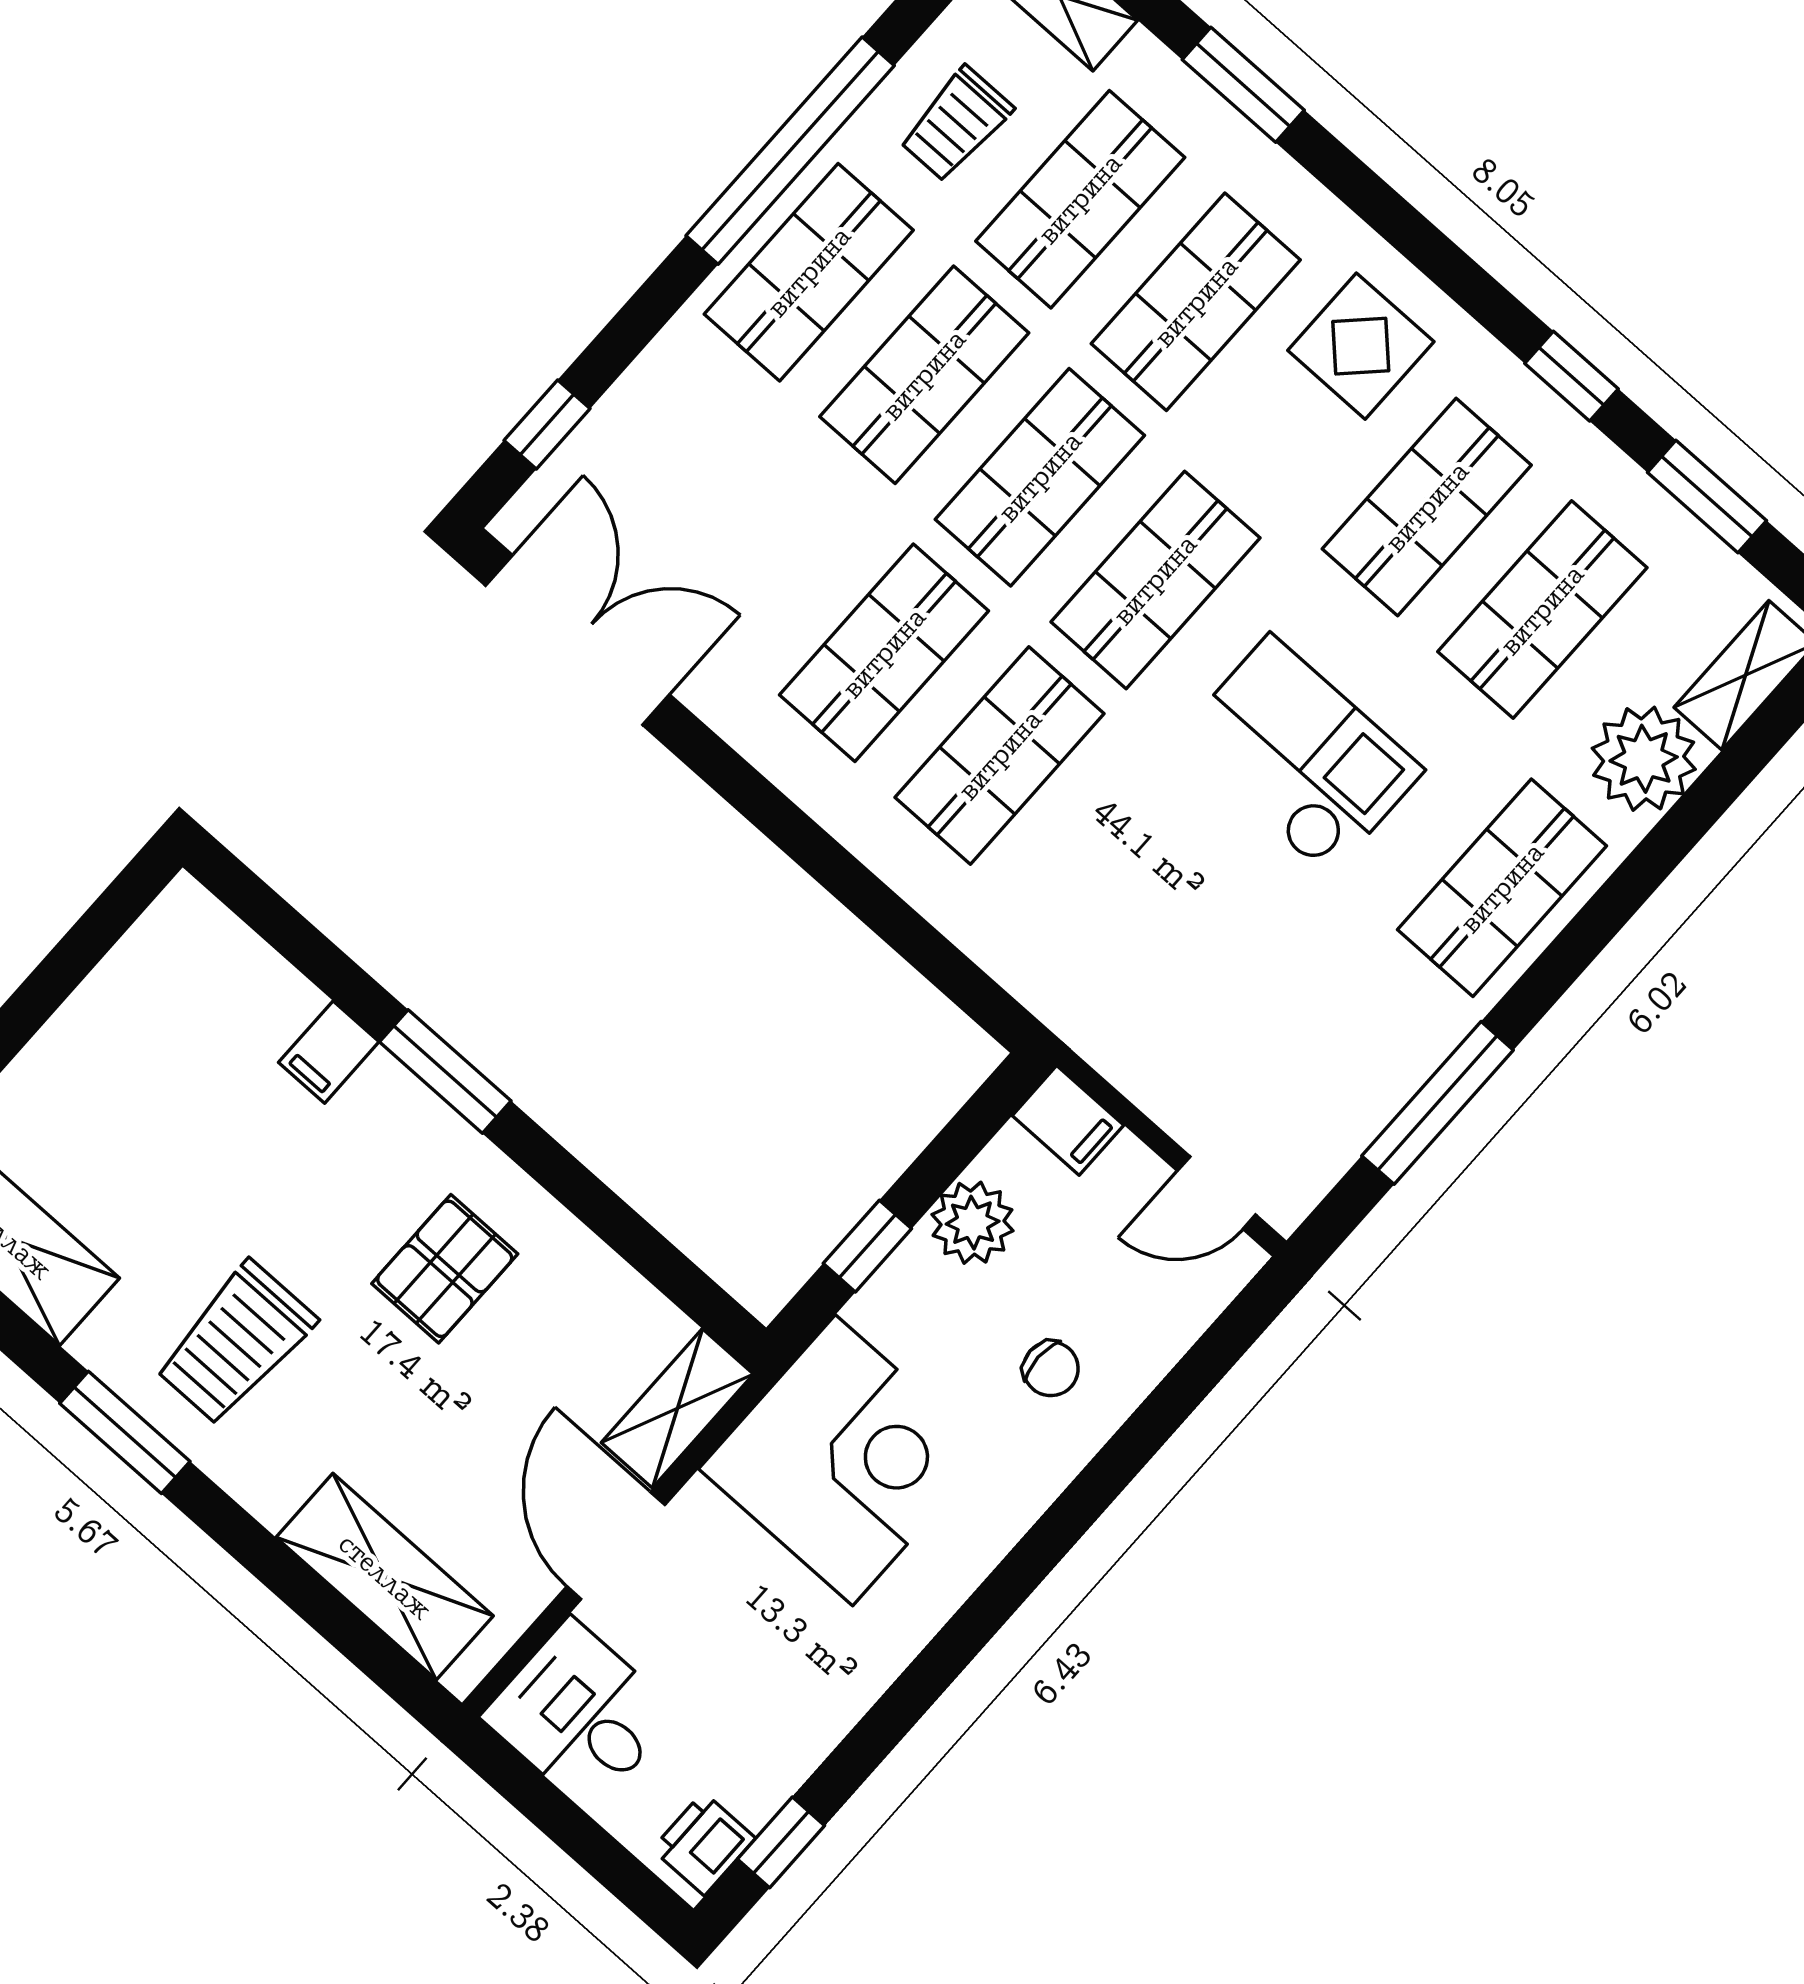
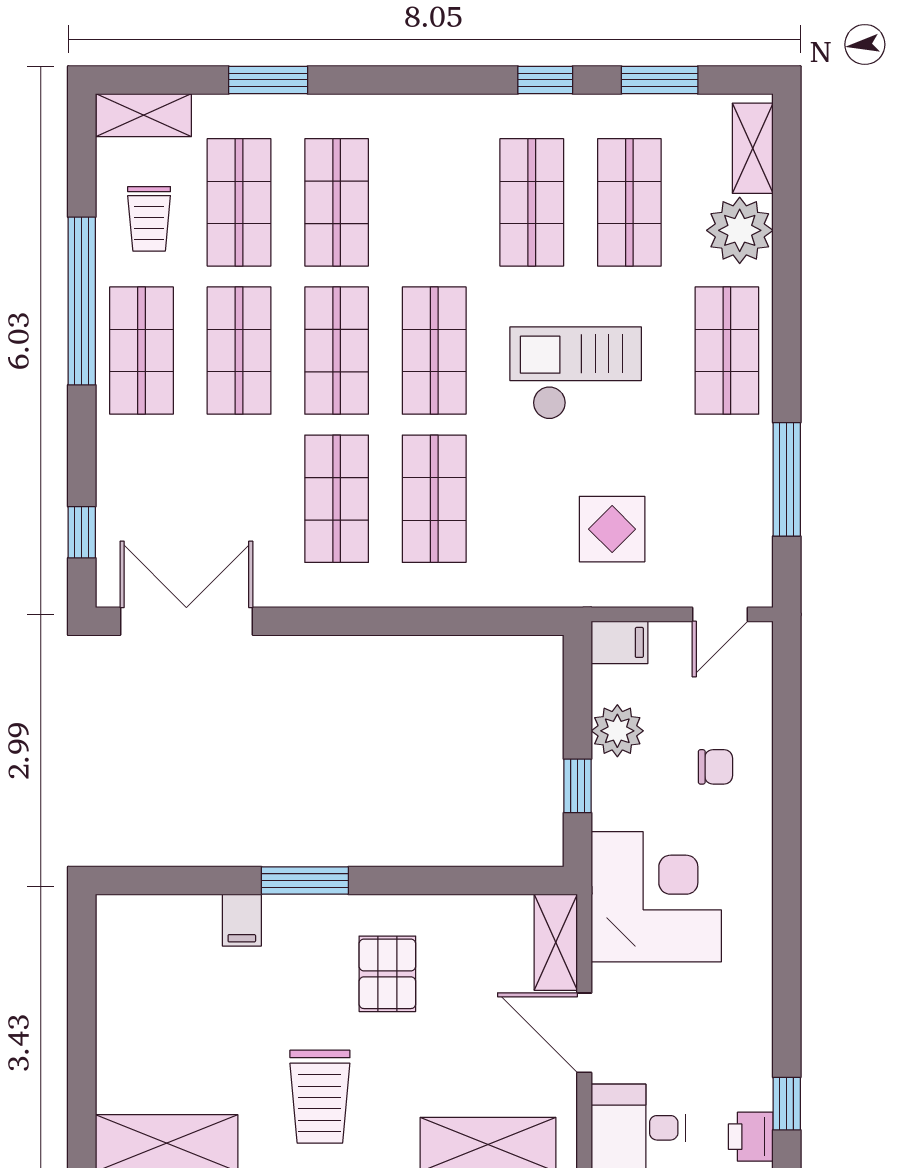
display table: (1361, 346) -> (612, 529), moved

